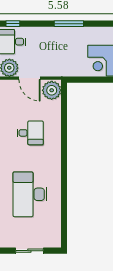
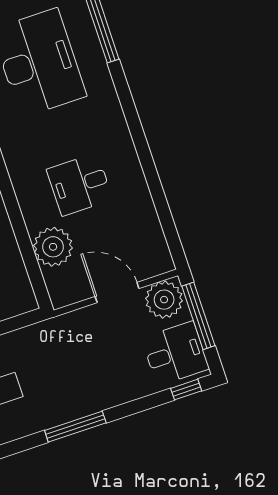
plant: (52, 90) -> (53, 247), moved

